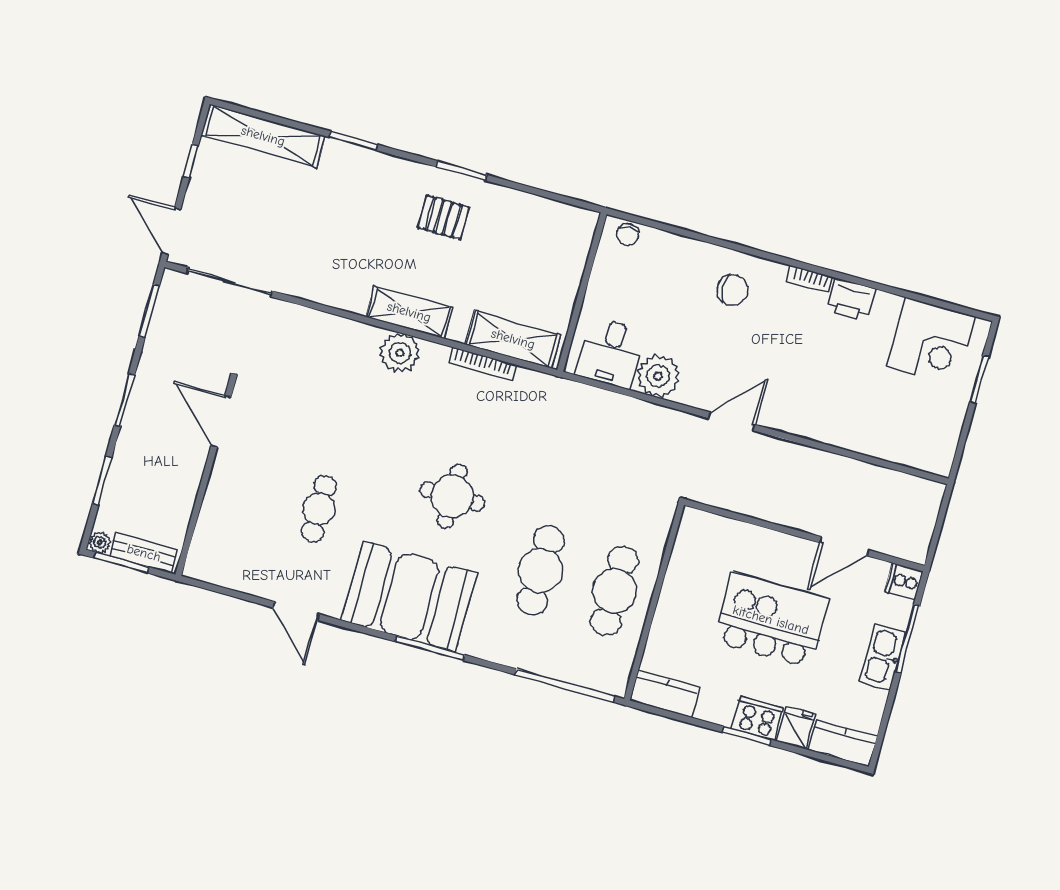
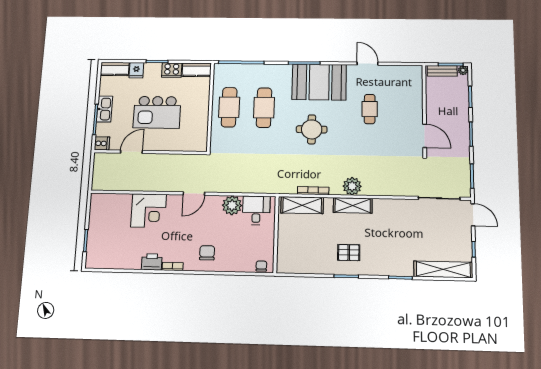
chair: (732, 290) -> (207, 253), turned 90
corner desk: (931, 342) -> (149, 211), moved, turned 180
cooker: (757, 718) -> (172, 70), moved

